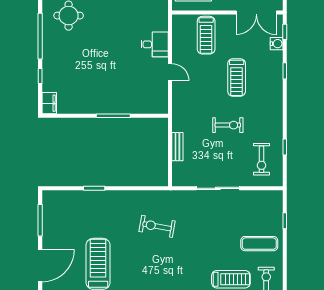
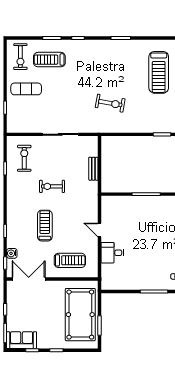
treadmill: (206, 35) -> (70, 260), turned 90

